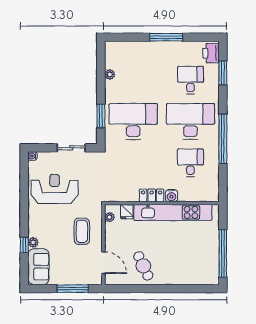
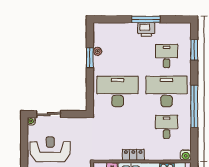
printer: (211, 53) -> (146, 30), moved, turned -90
window: (101, 116) -> (90, 58), moved
sliding door: (71, 148) -> (49, 114), moved
water cooler: (171, 196) -> (186, 155), moved

